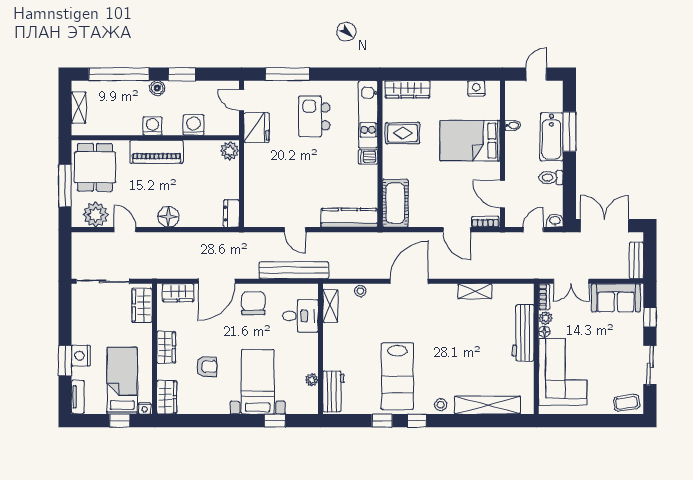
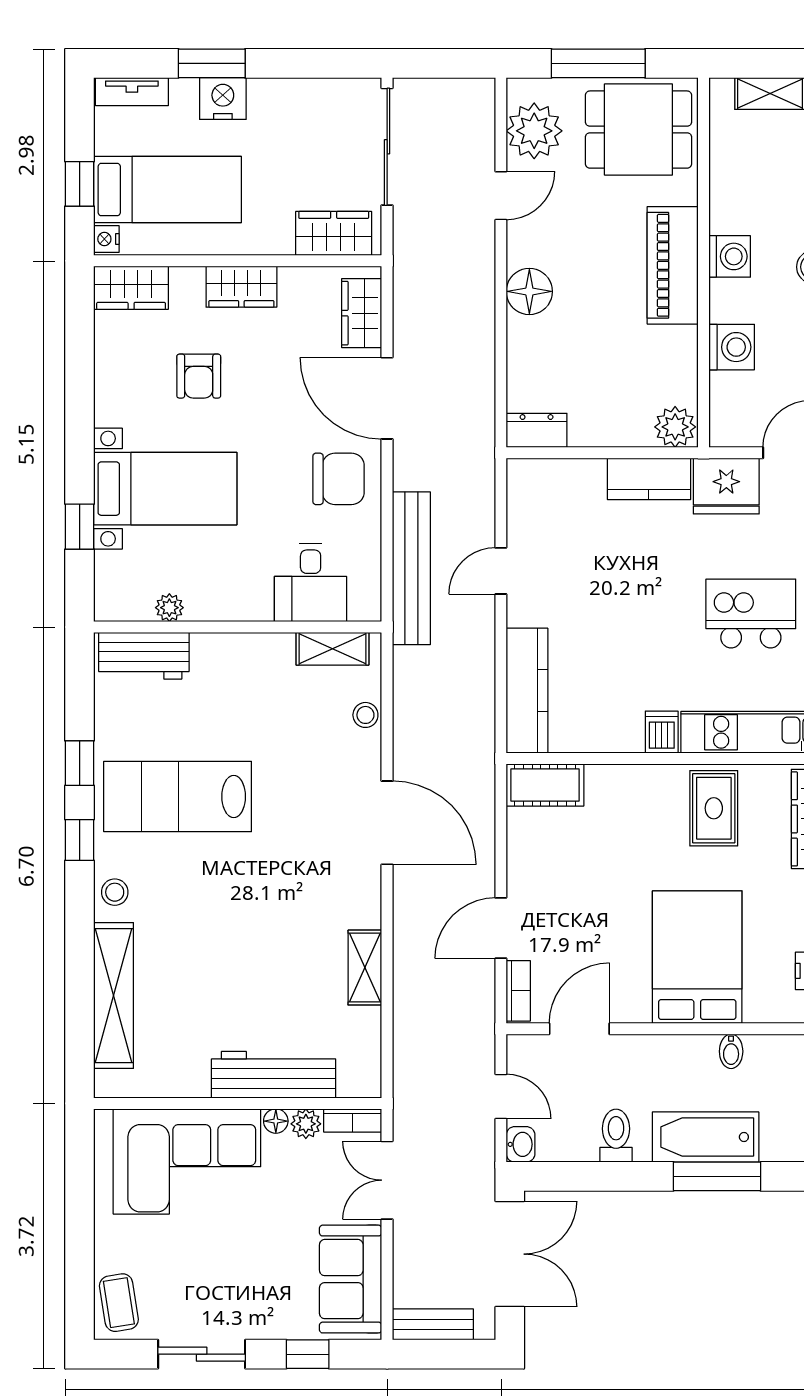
kitchen counter: (253, 163) -> (649, 479), added
cot: (395, 203) -> (545, 785), width x0.73, depth x0.75

